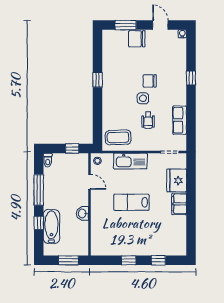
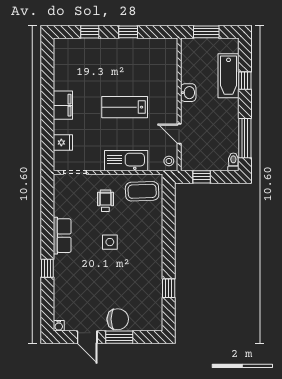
window: (126, 25) -> (119, 337), moved
window: (98, 80) -> (169, 288), moved
chair: (150, 81) -> (101, 265), removed
wheelchair: (148, 120) -> (105, 201), moved
row of seats: (180, 120) -> (62, 236), moved
fridge: (177, 180) -> (63, 143), width x0.53, depth x0.75
window: (39, 190) -> (245, 138), moved
lab bench: (131, 202) -> (125, 107), turned 180

